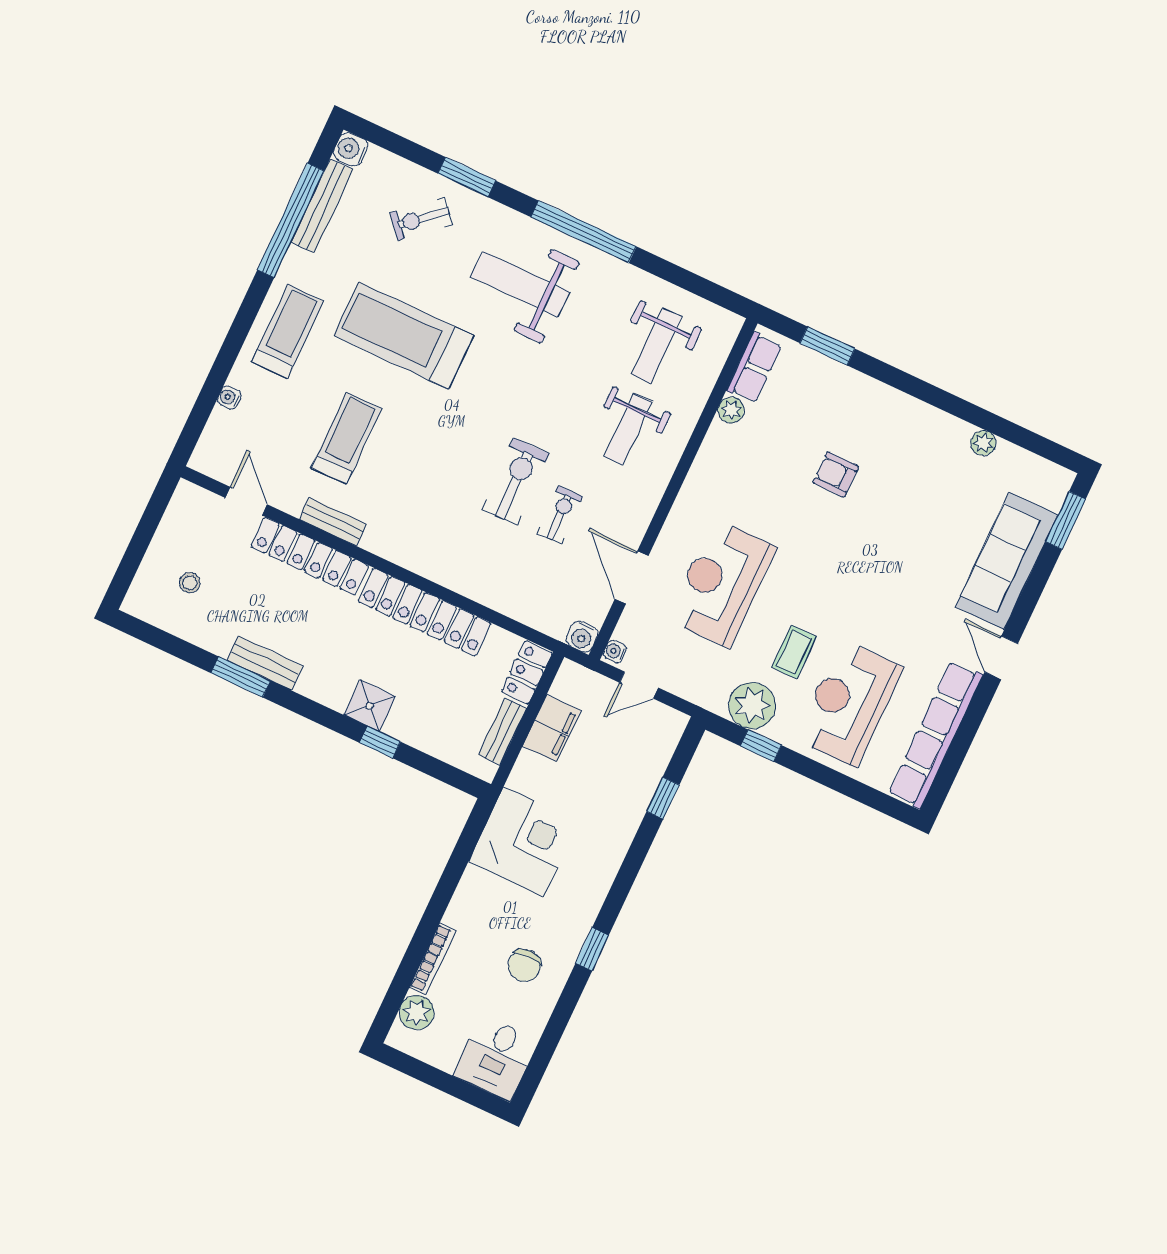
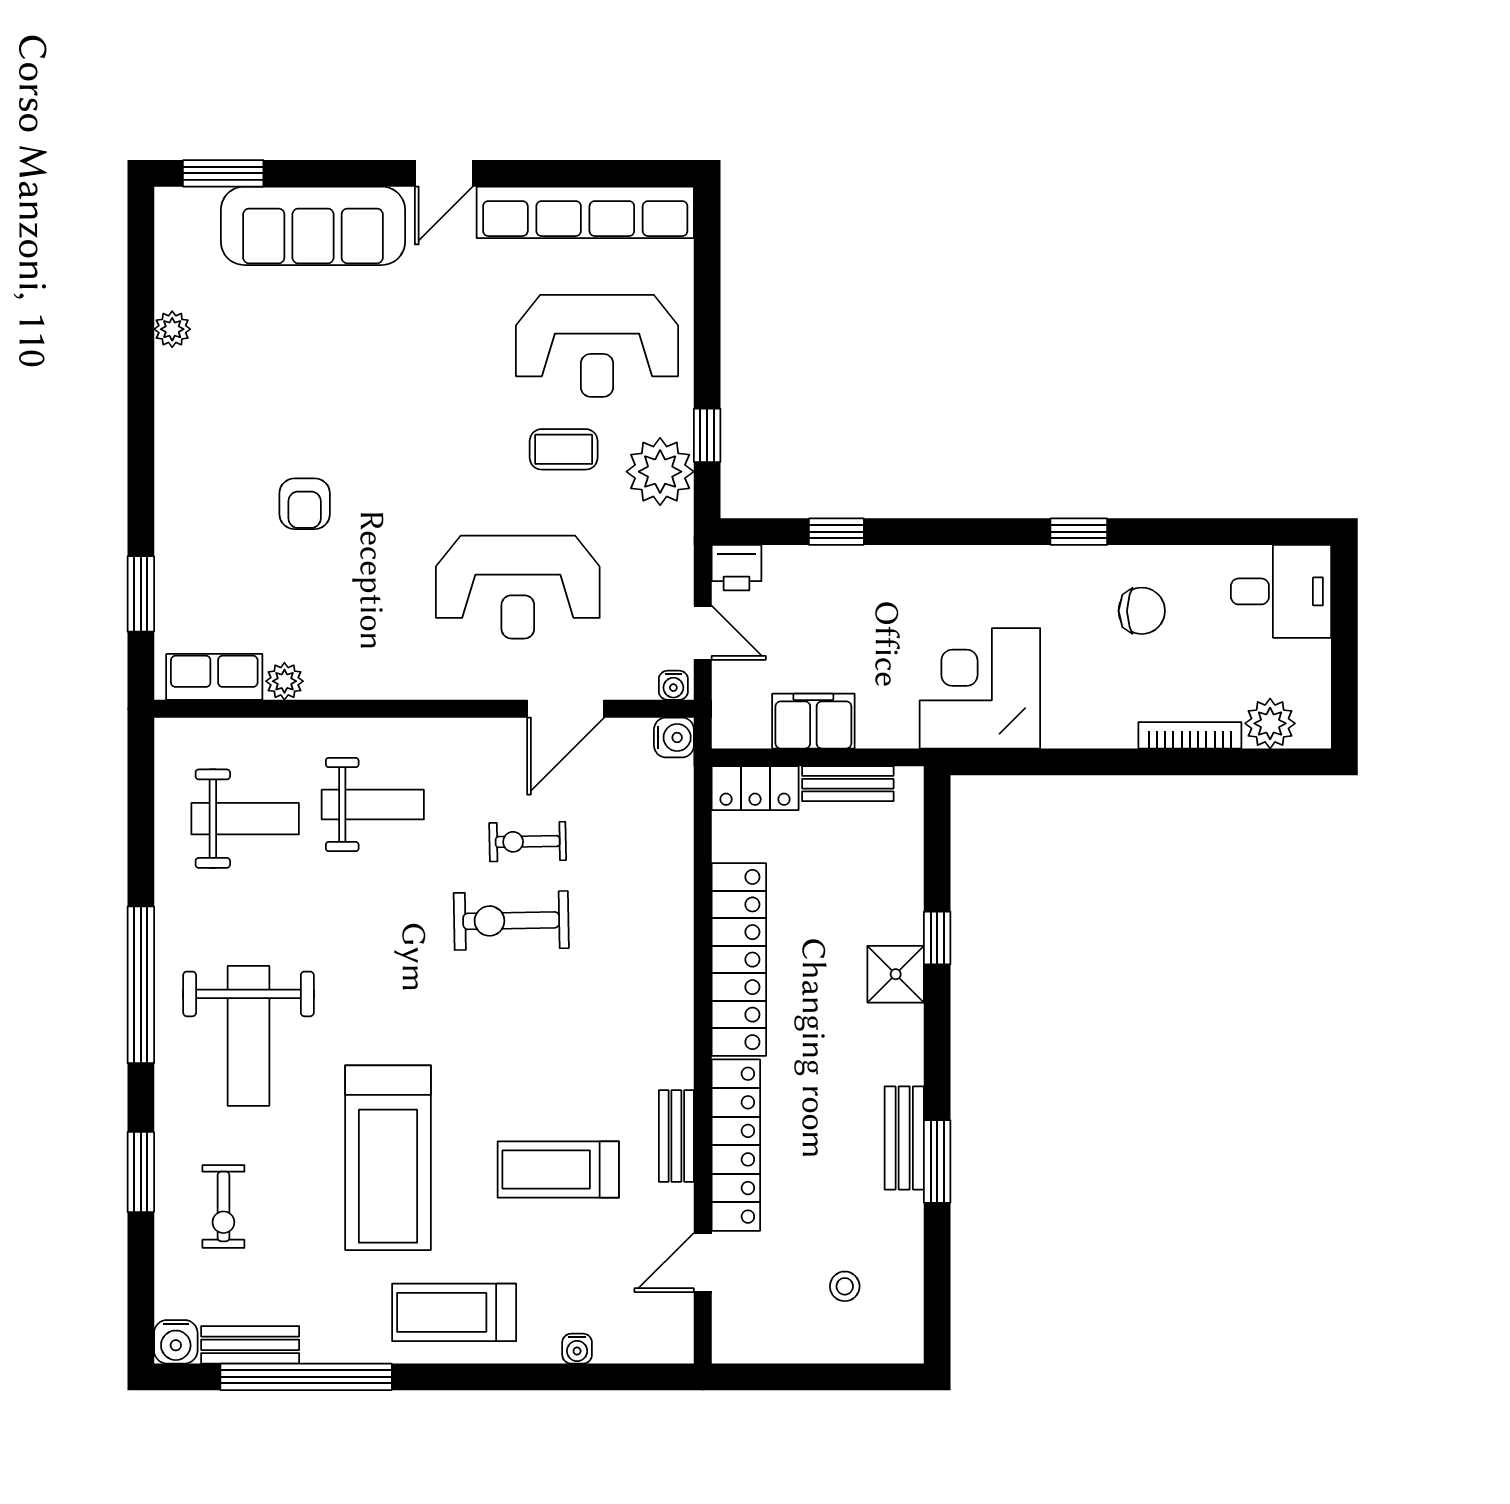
bench: (322, 206) -> (250, 1345), width x0.73
exercise bike: (421, 219) -> (223, 1206), turned 41
printer: (670, 725) -> (736, 568), added

